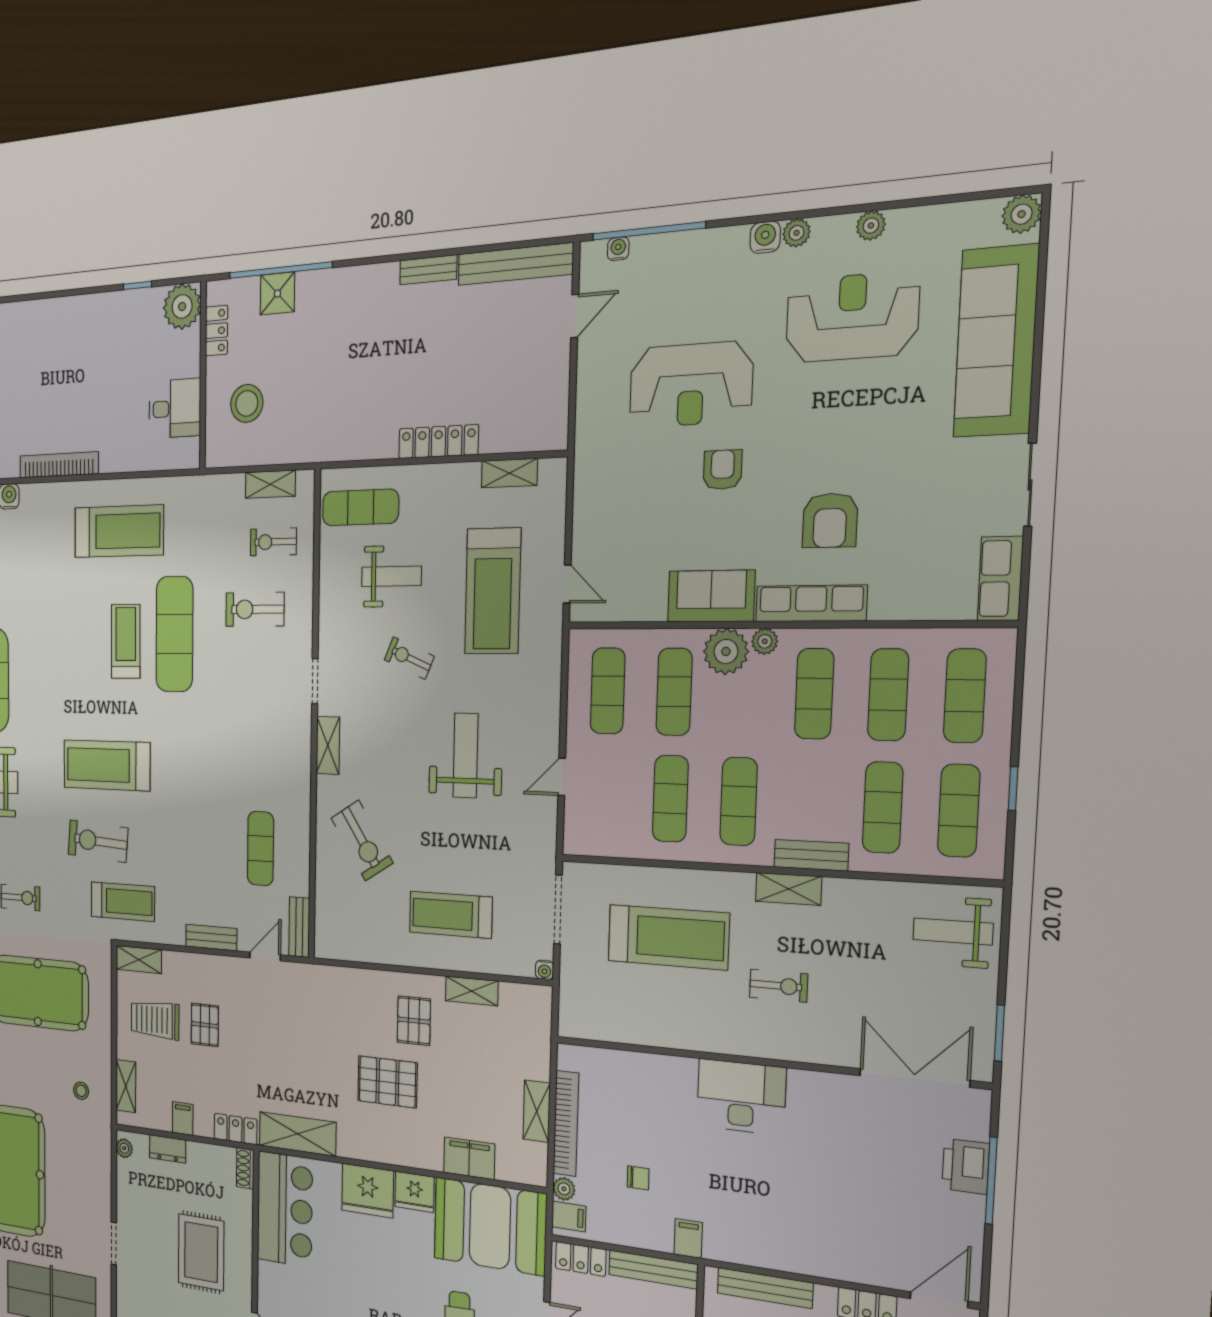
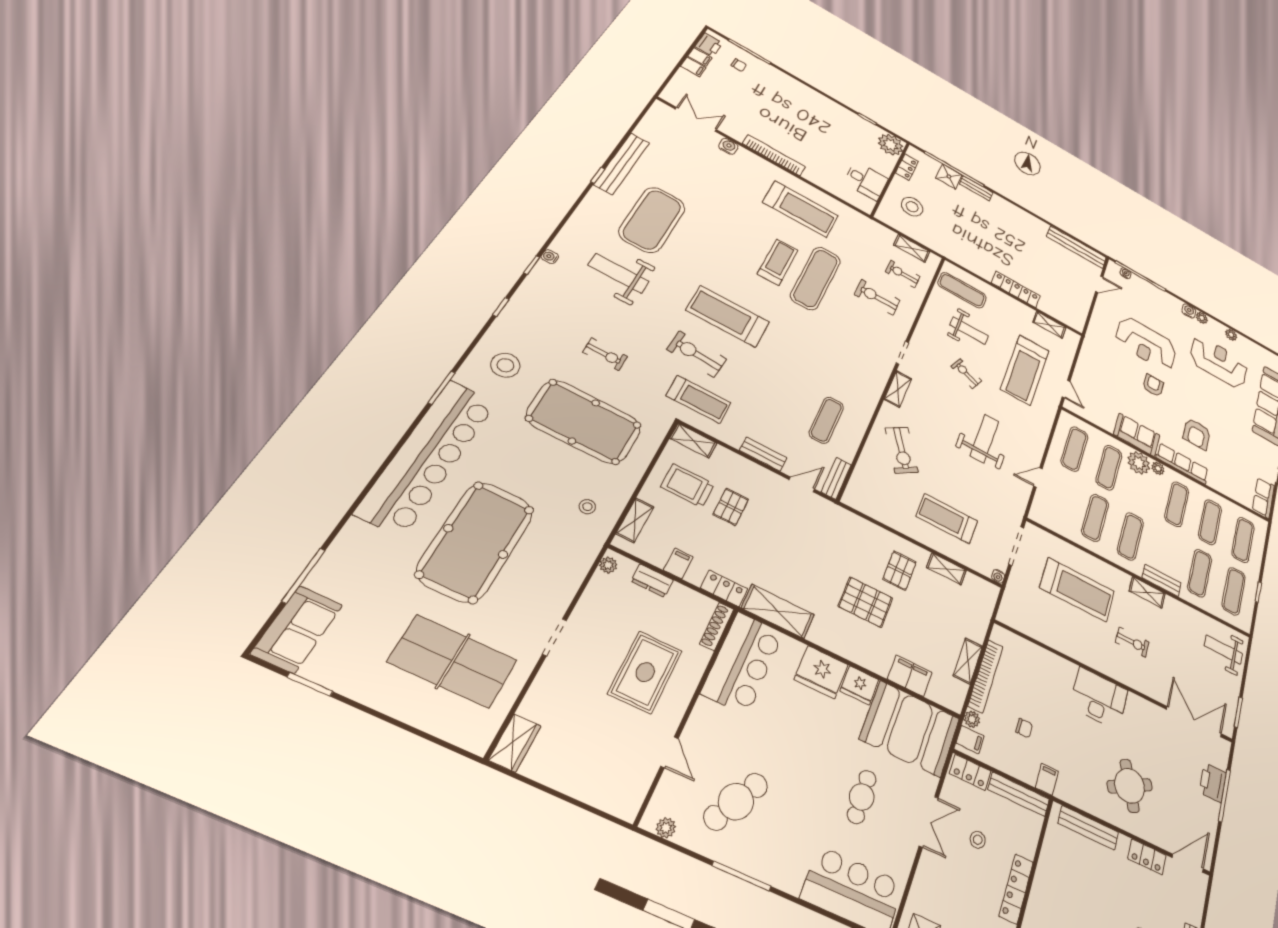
bench: (428, 270) -> (976, 188), moved
shoe rack: (245, 1168) -> (717, 626), width x1.43
round table: (818, 1212) -> (1130, 786), added

